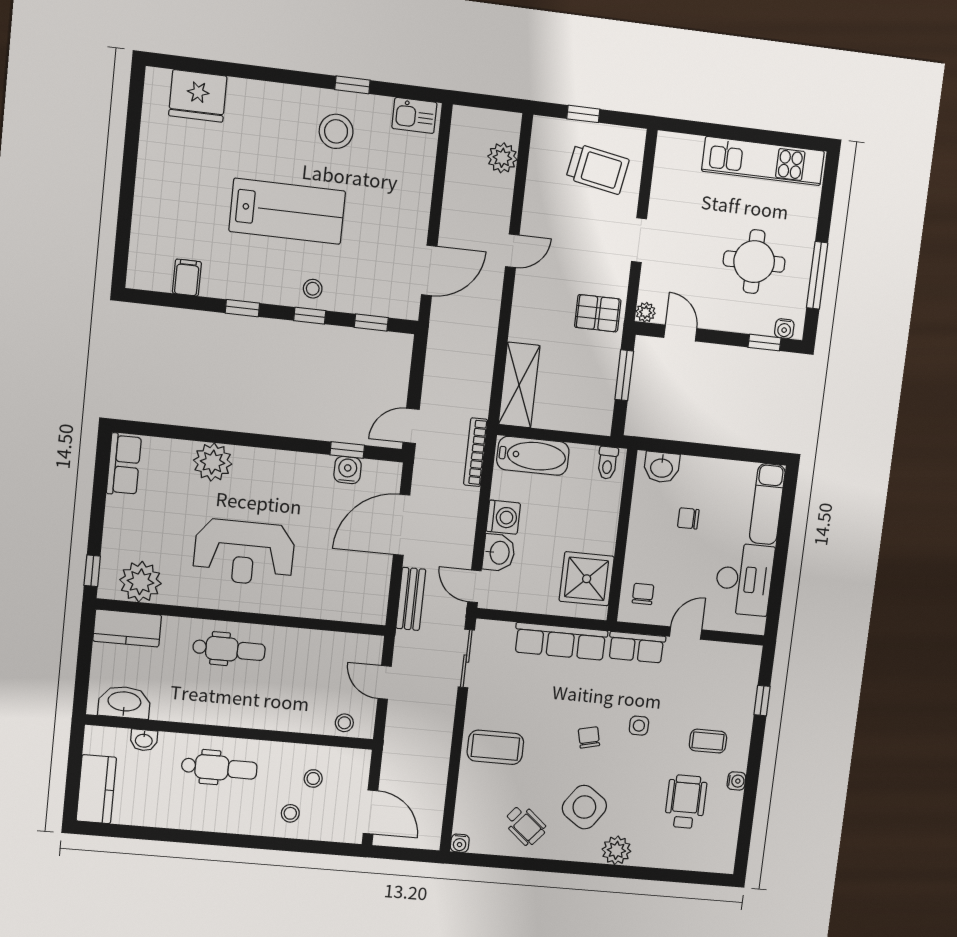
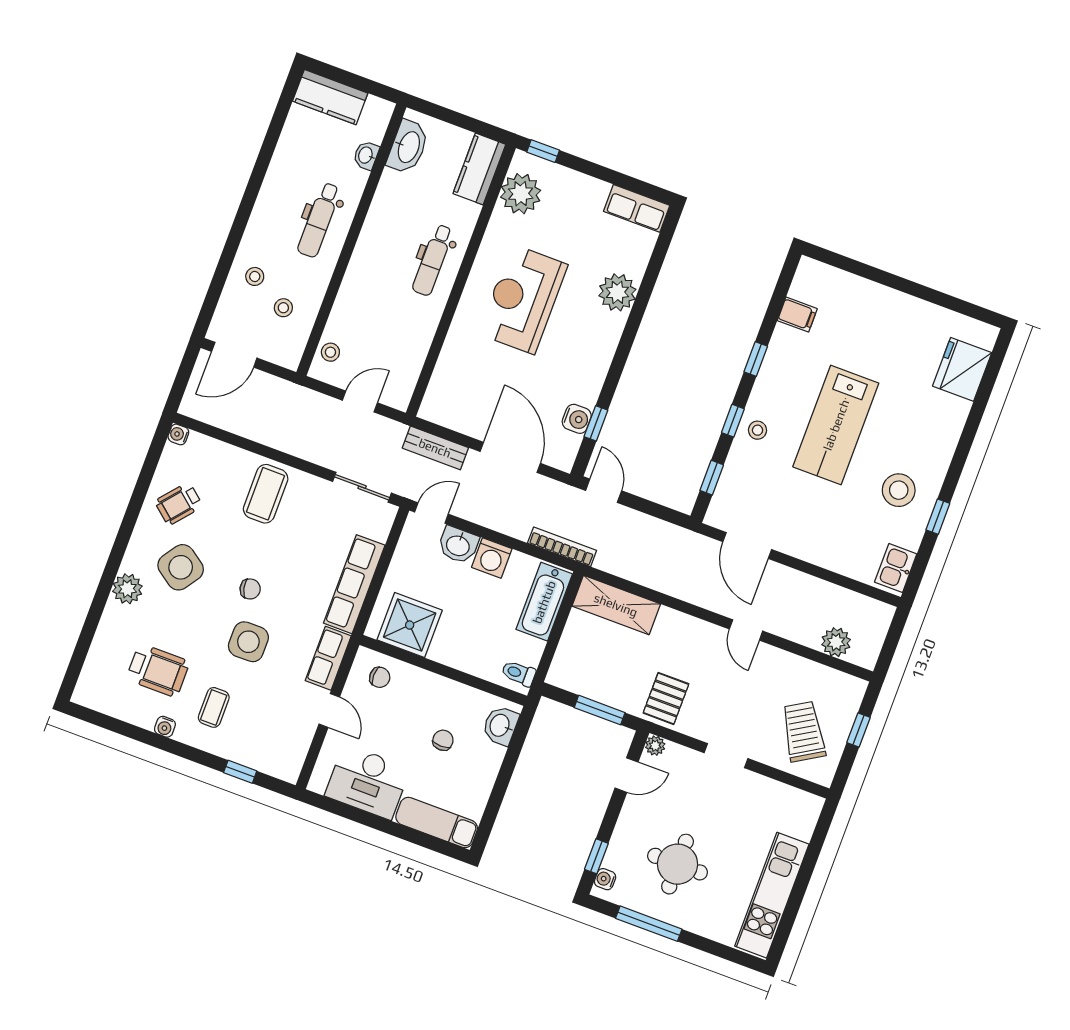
trolley: (598, 169) -> (803, 732), turned 139
side table: (639, 726) -> (248, 642), width x1.87, depth x1.87

